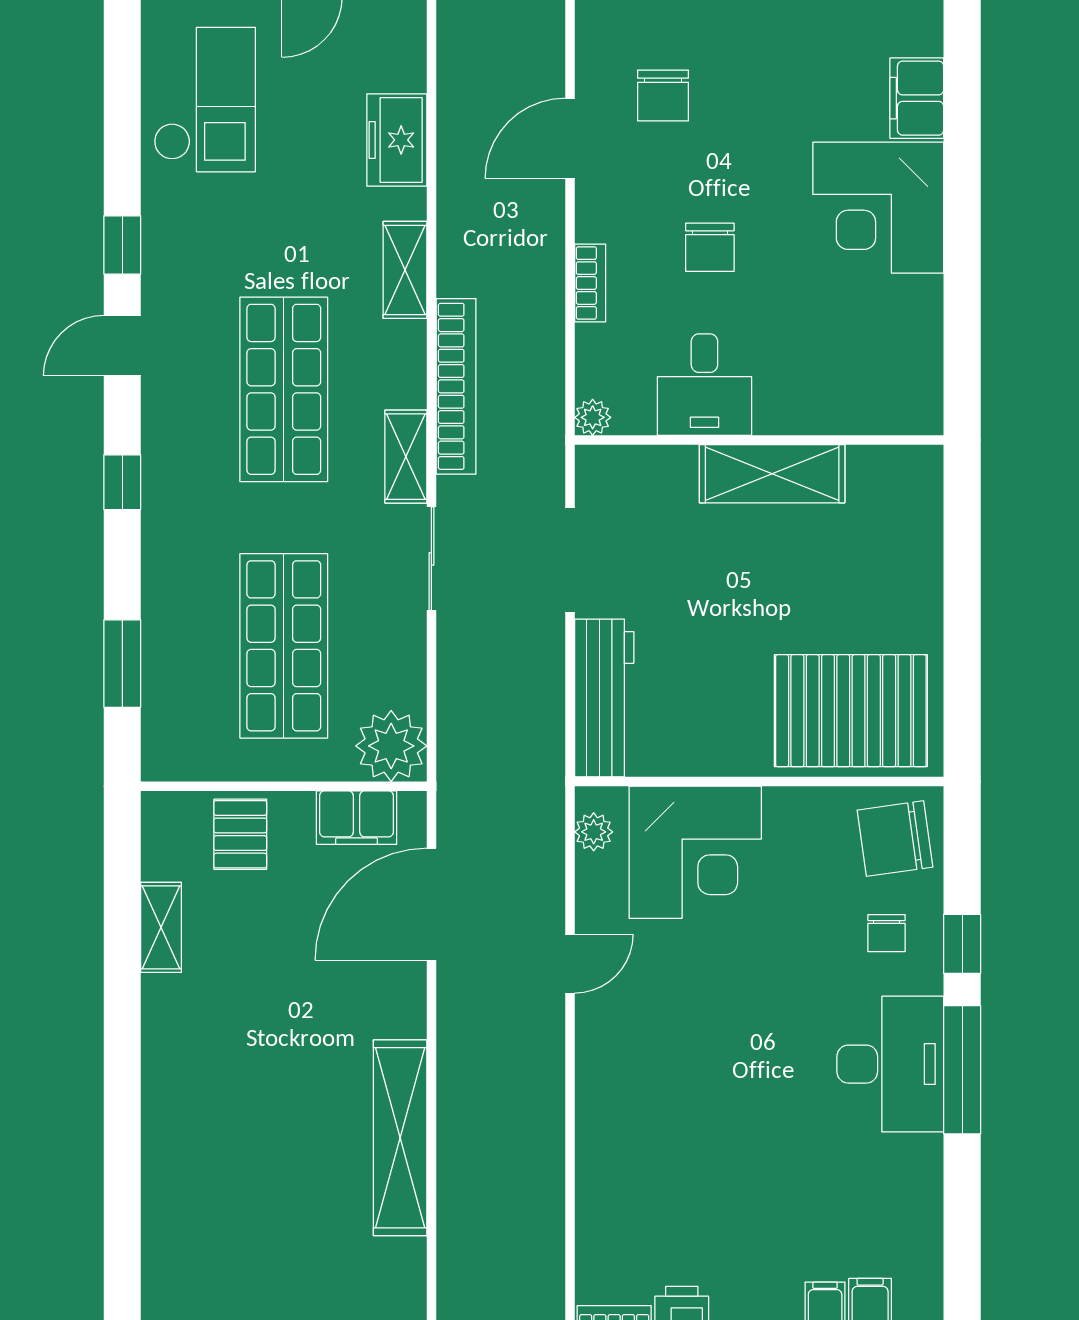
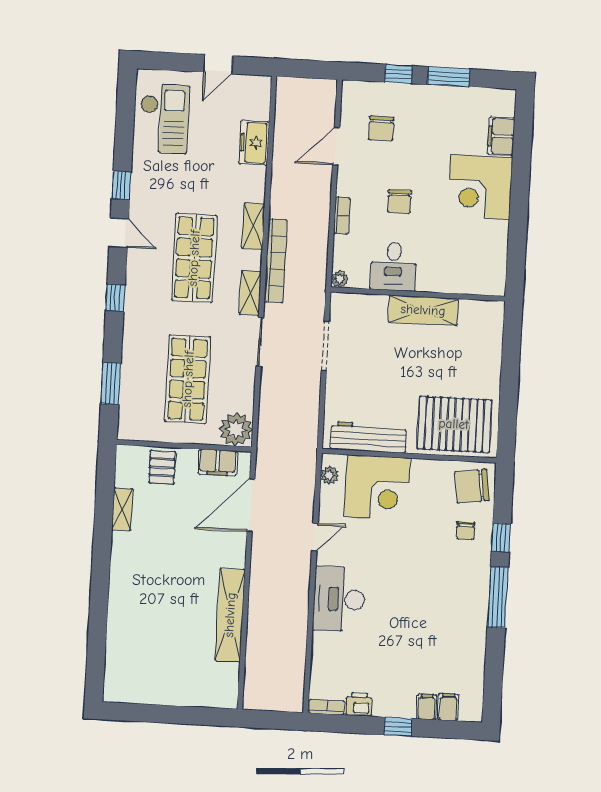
shelving: (405, 270) -> (253, 226), moved
door: (122, 346) -> (119, 233), swing flipped
workbench: (604, 698) -> (368, 437), moved, turned -90
desk: (890, 1064) -> (339, 599), moved, turned 180

